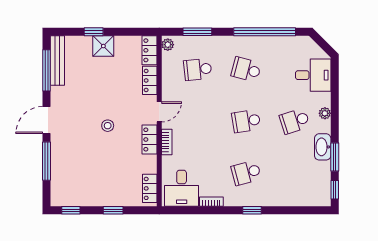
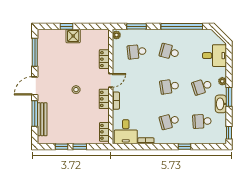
locker: (150, 50) -> (104, 39), removed
bench: (57, 61) -> (42, 119), moved
window: (335, 157) -> (229, 97), moved
school desk: (295, 173) -> (202, 121), added
window: (71, 210) -> (61, 147), moved
window: (252, 210) -> (184, 147), moved

